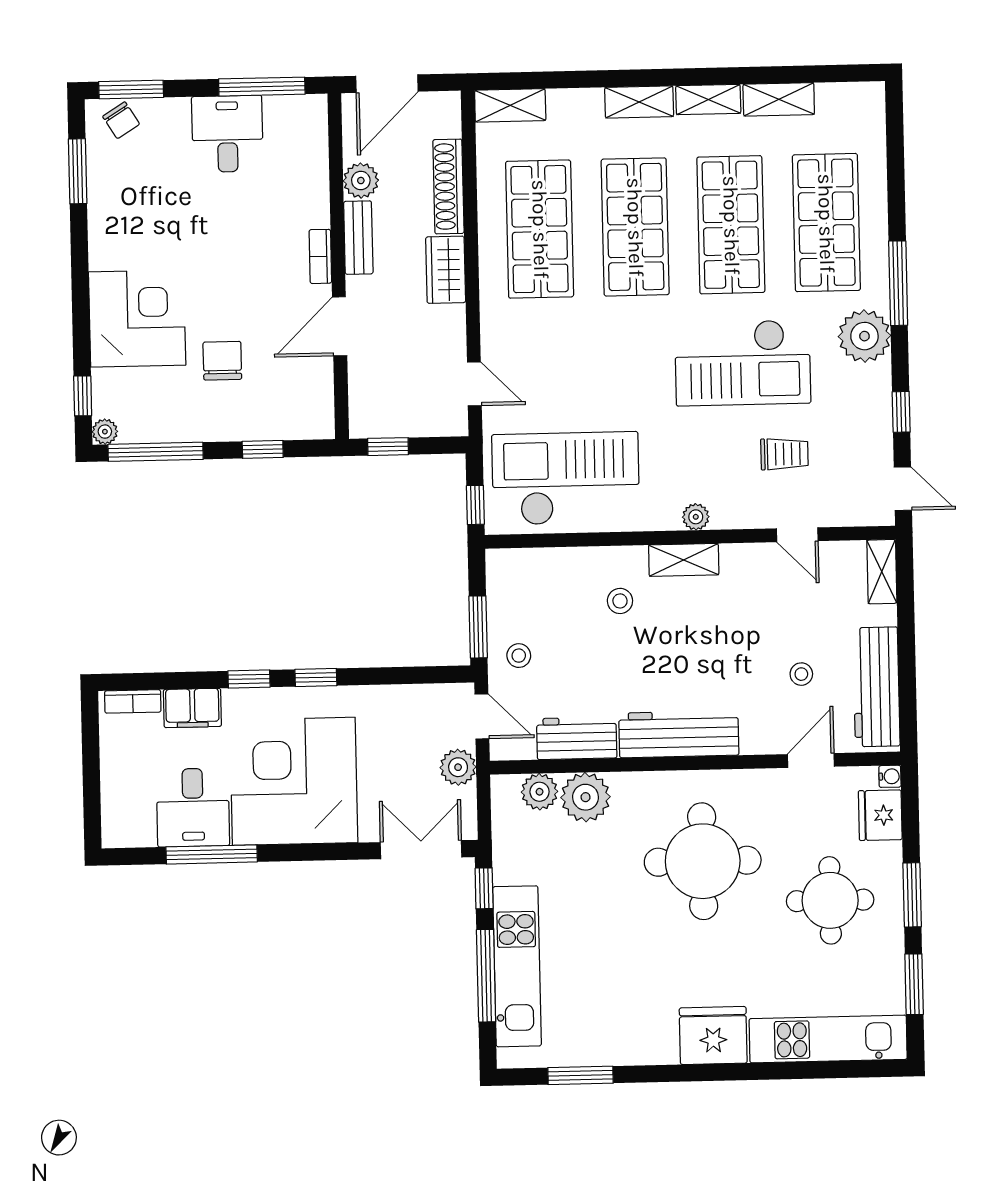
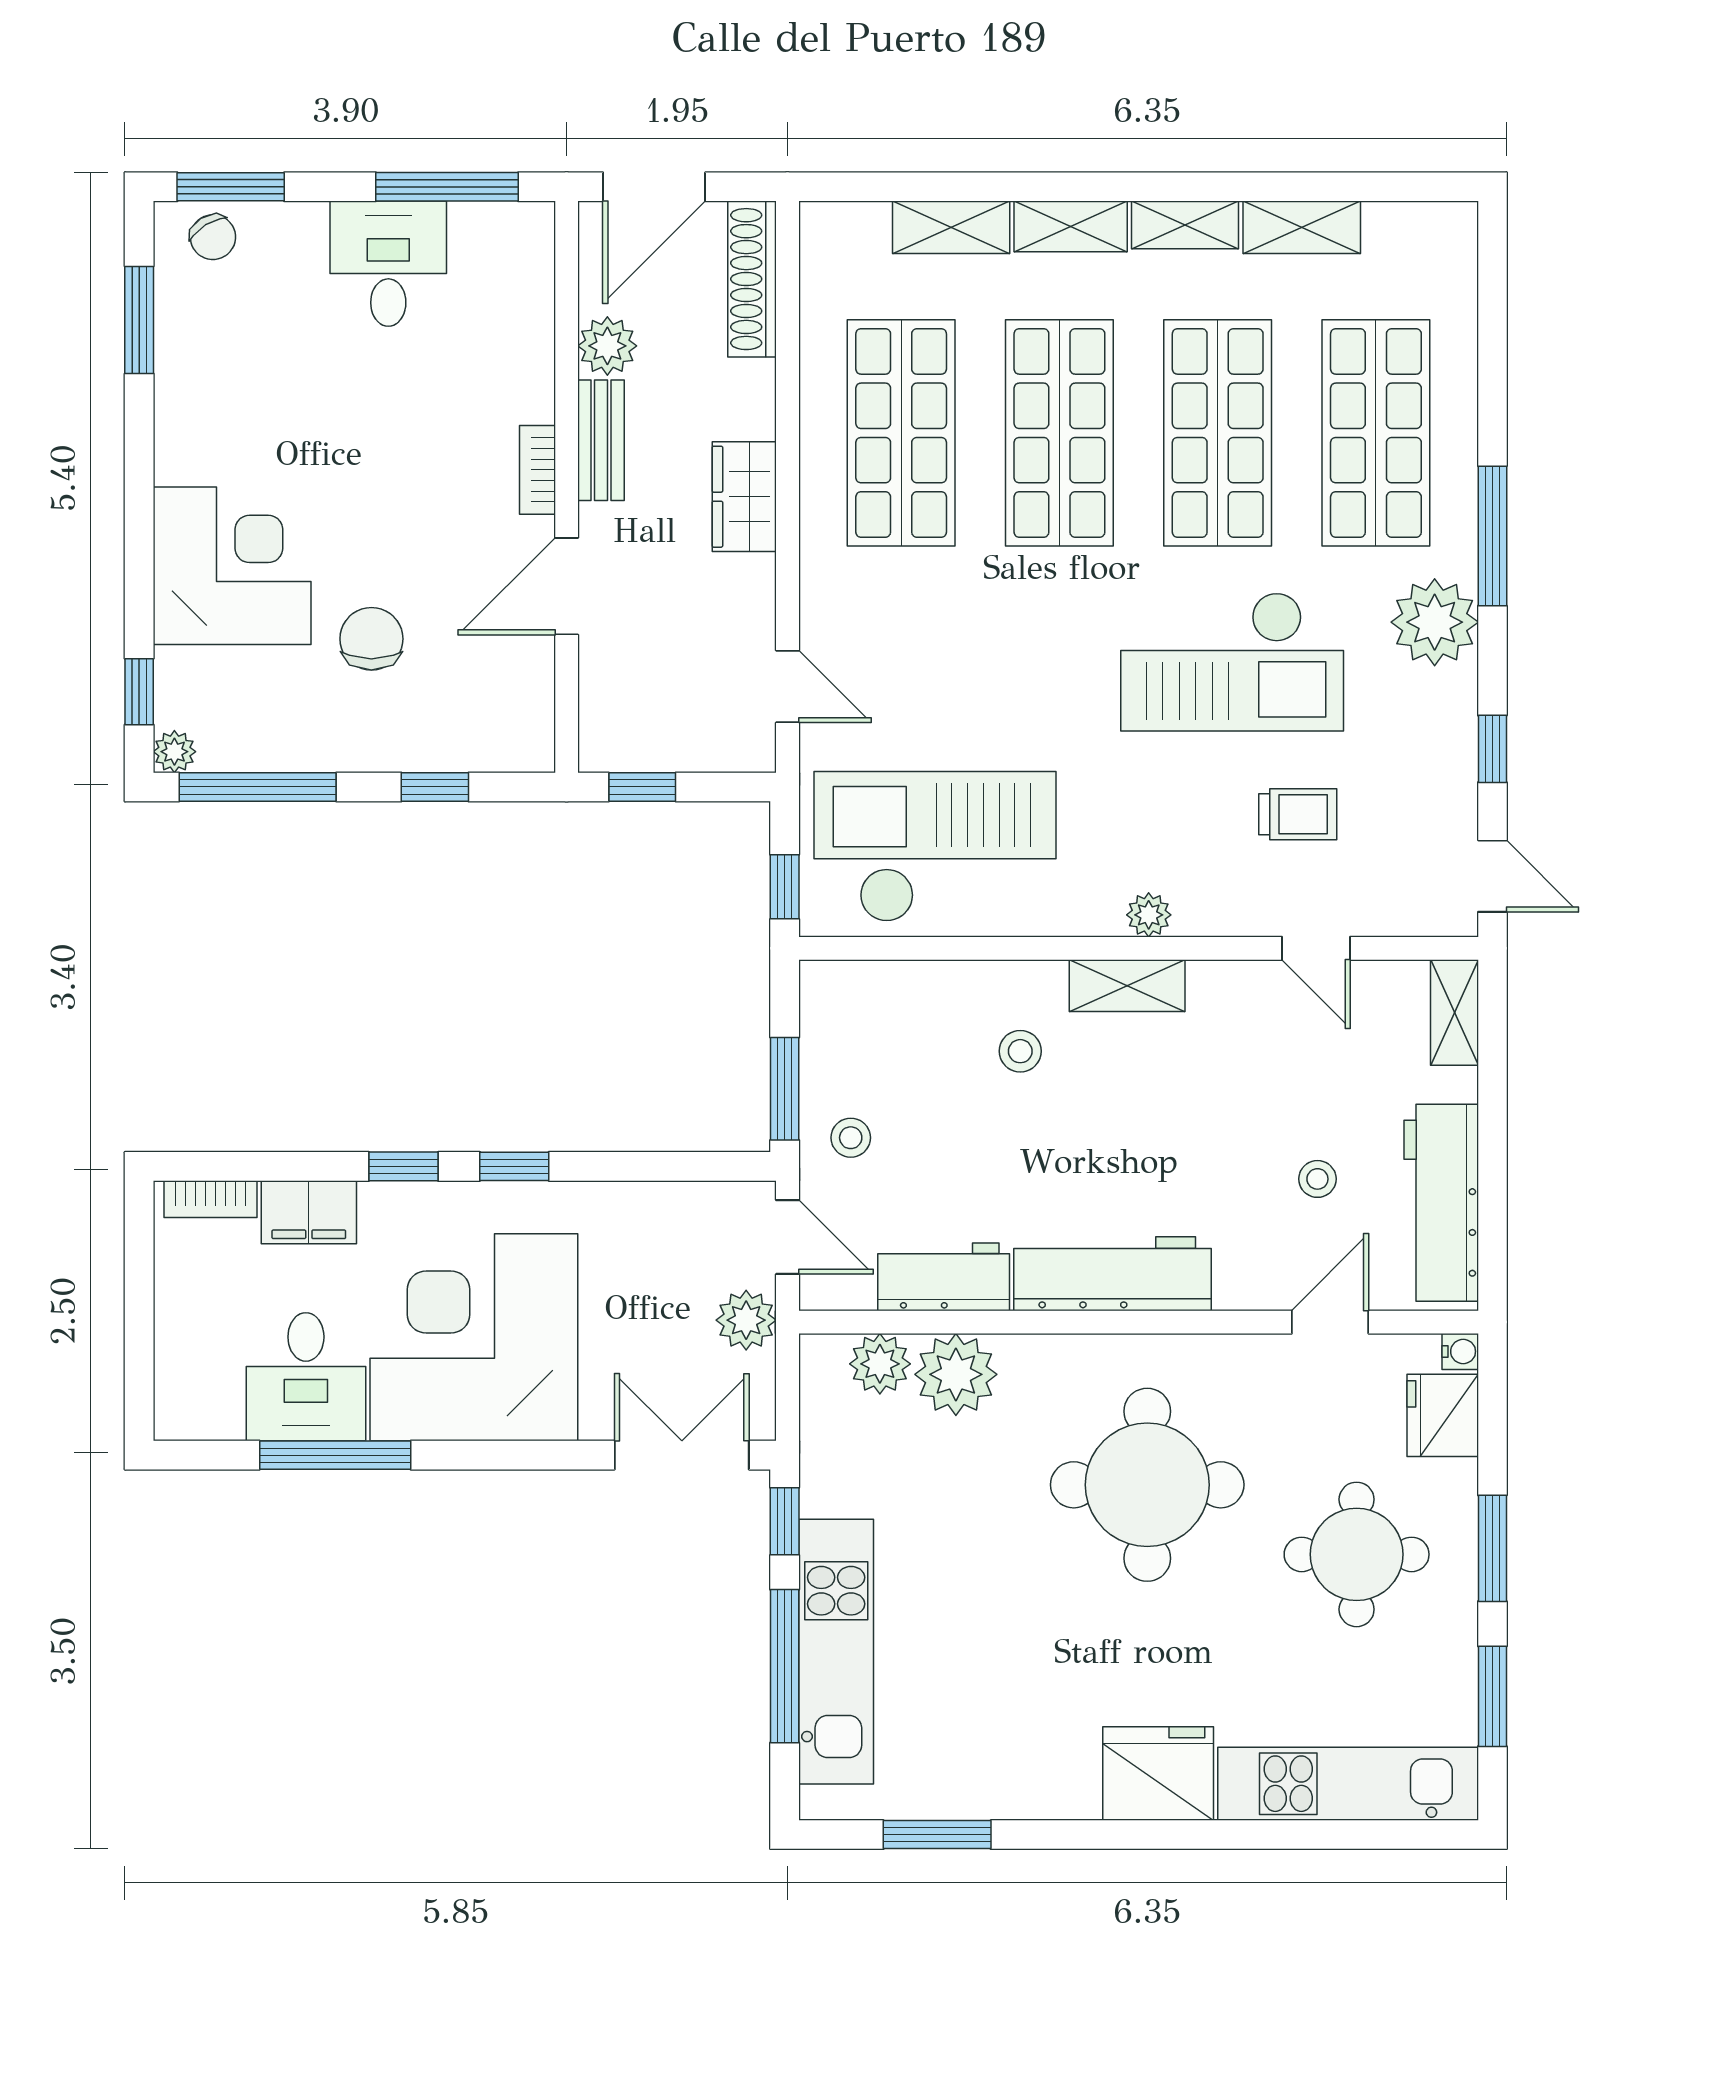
shelving: (510, 105) -> (951, 227), moved
shoe rack: (448, 186) -> (752, 279), moved

